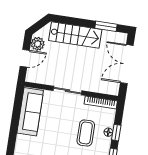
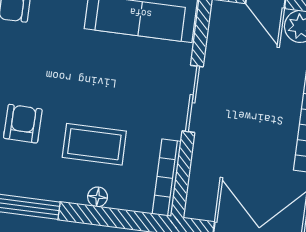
window: (116, 133) -> (97, 216), removed

